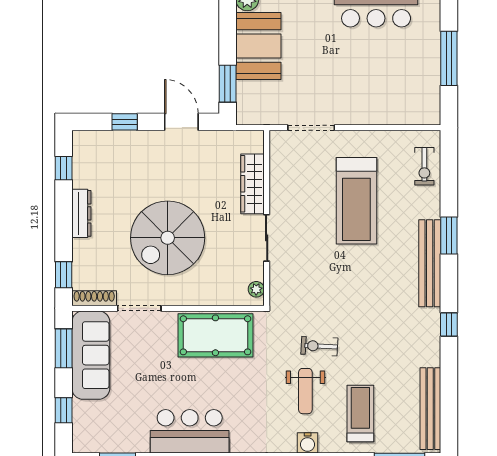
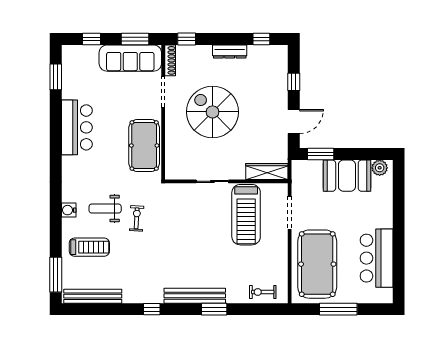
pool table: (385, 89) -> (317, 264), added
wardrobe: (253, 184) -> (267, 171), moved
treadmill: (356, 201) -> (246, 215), moved, turned -90
plant: (256, 289) -> (176, 174), removed

